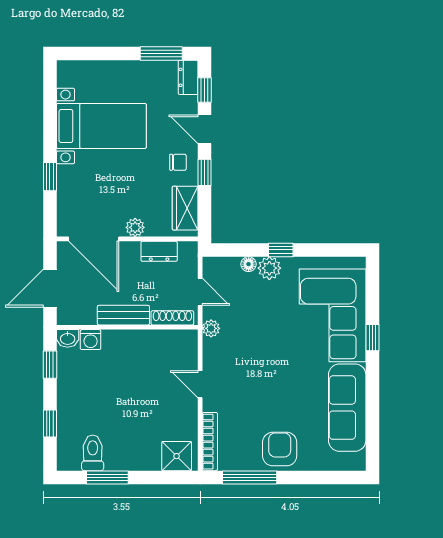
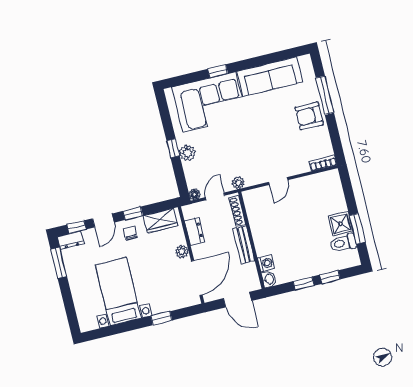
floor lamp: (249, 264) -> (195, 194), moved
window: (50, 365) -> (304, 283), moved
bookcase: (210, 442) -> (323, 163), width x0.64
shower: (177, 456) -> (341, 224), moved
window: (250, 477) -> (325, 95), moved

